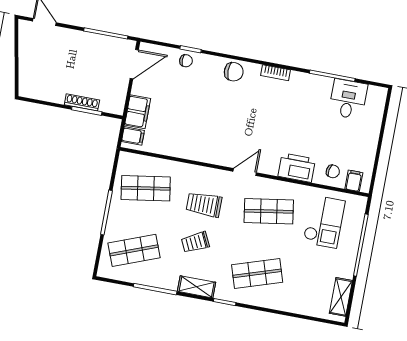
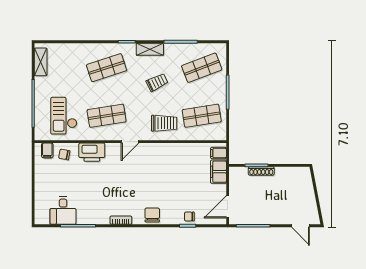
chair: (234, 72) -> (152, 215), turned 90
trolley: (204, 204) -> (164, 123), moved

